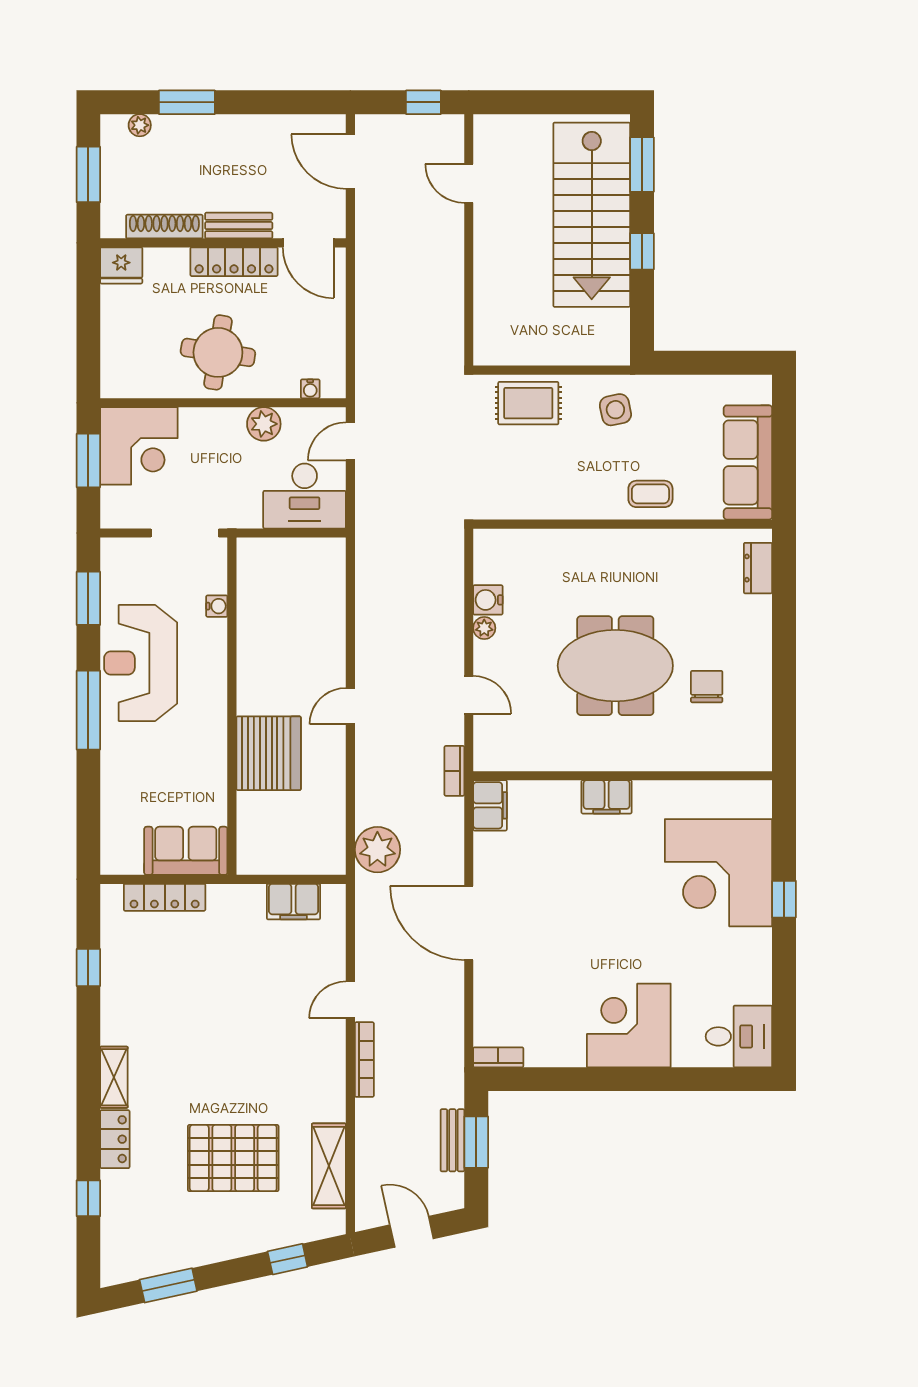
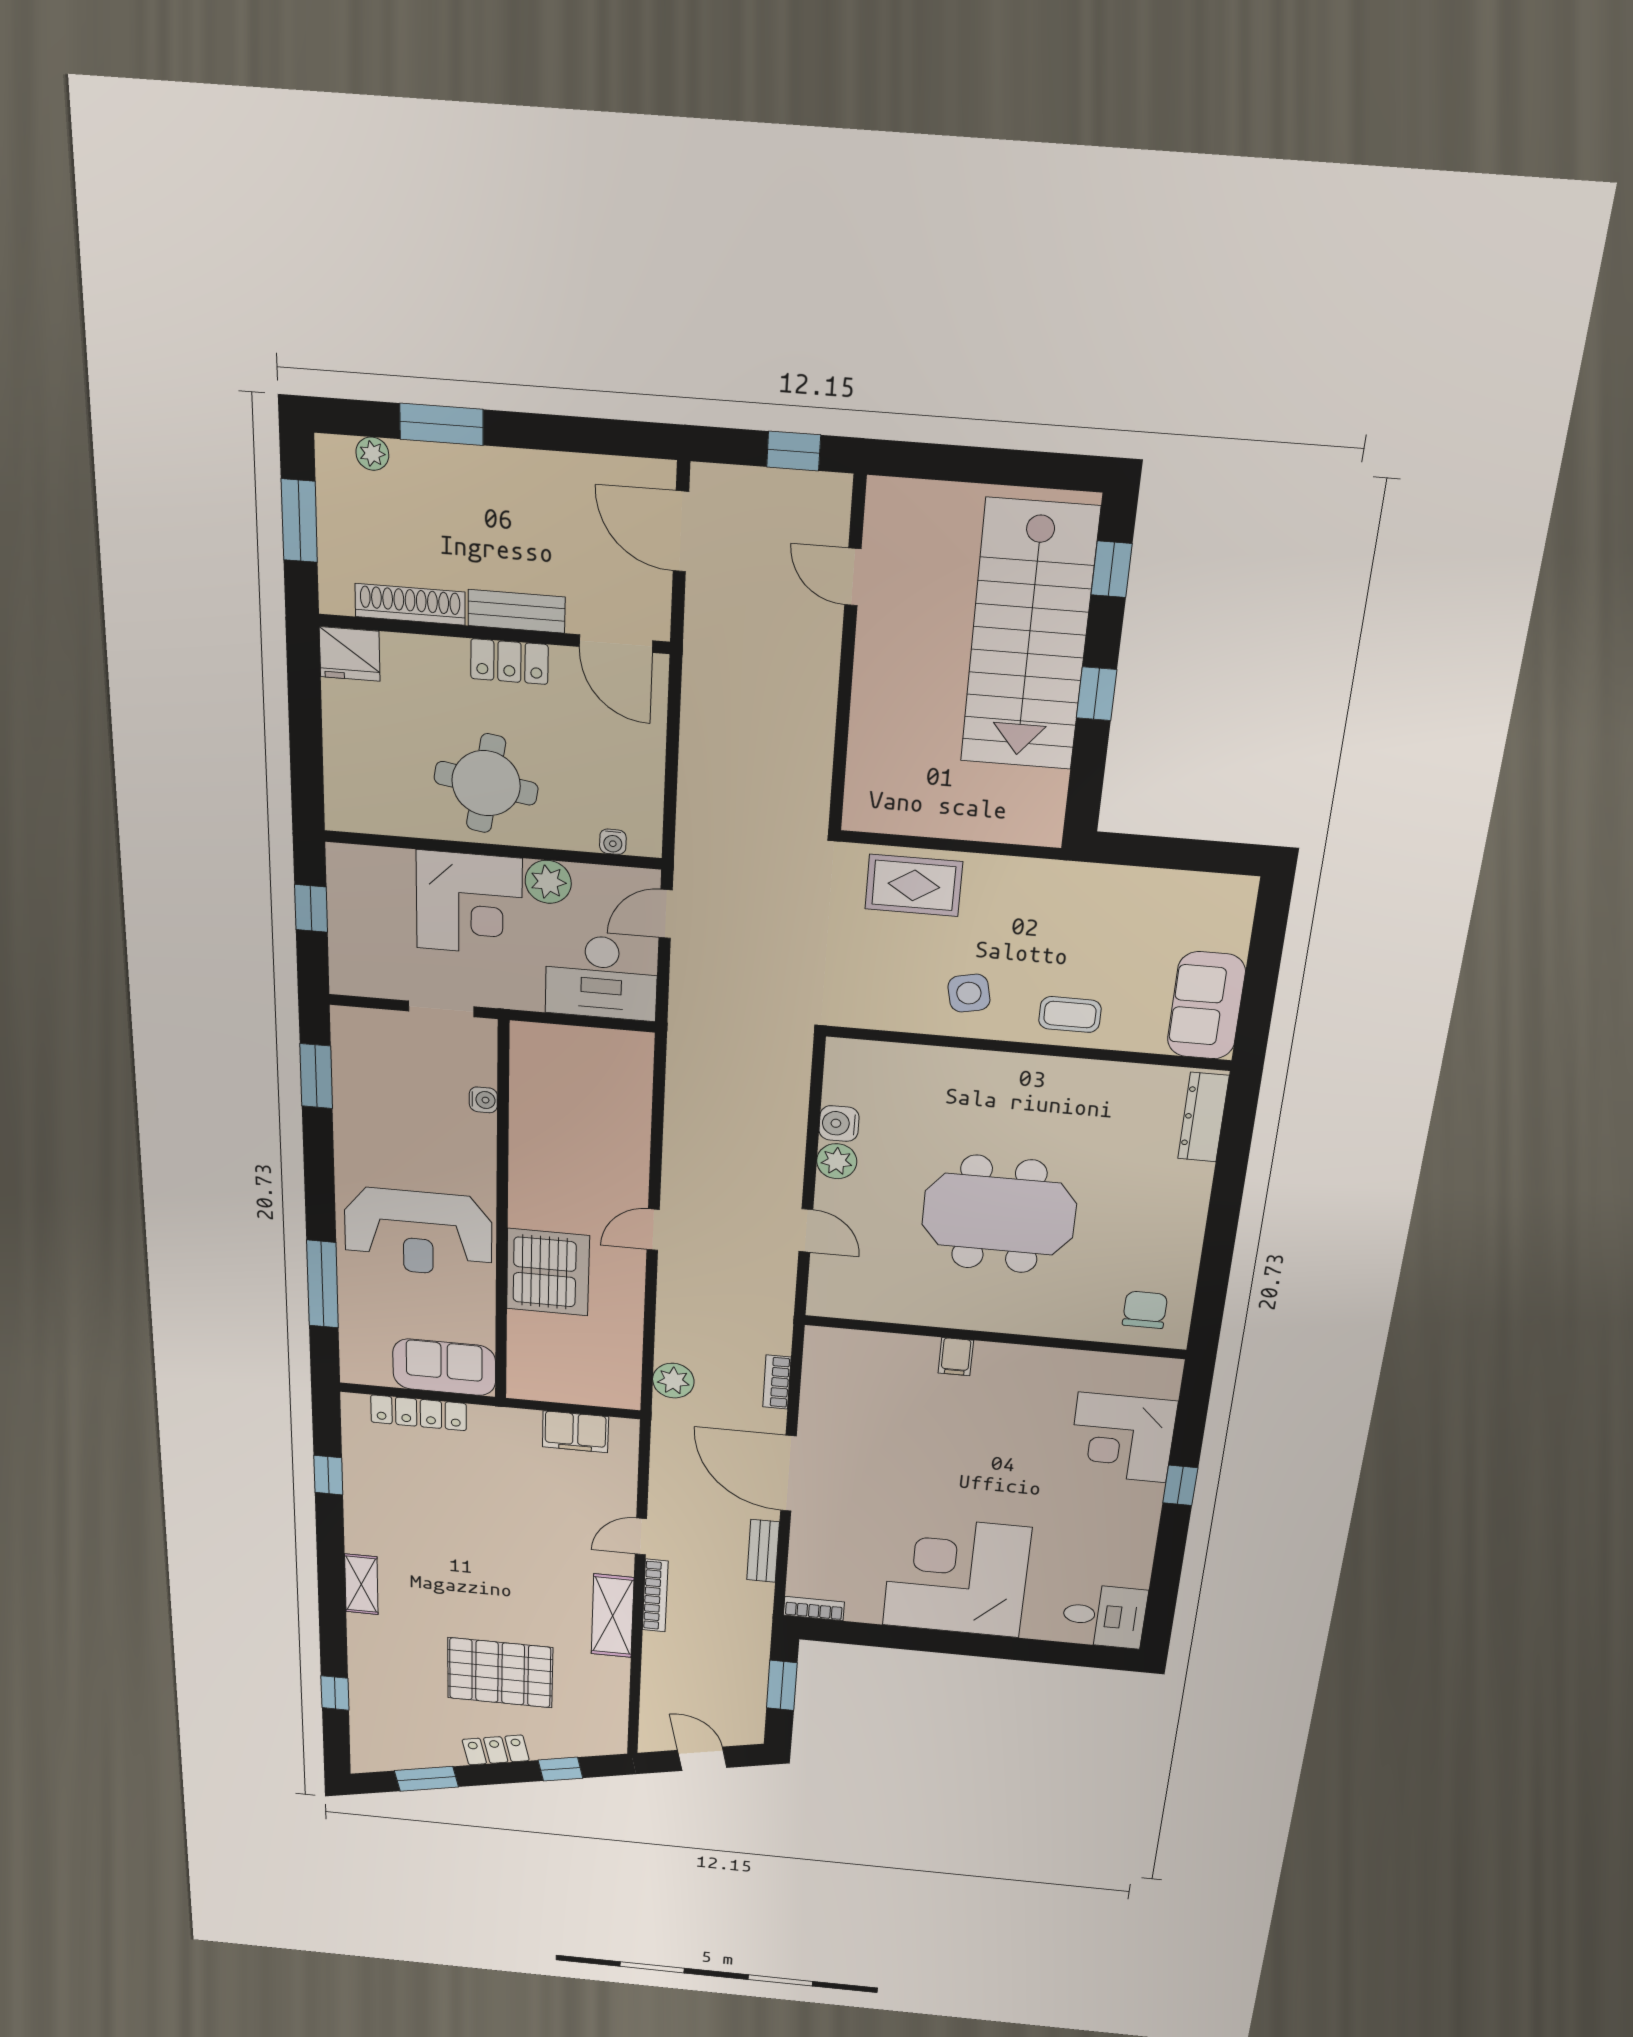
window: (642, 165) -> (1111, 569), width x0.67
locker: (234, 262) -> (509, 662), width x0.66
side table: (615, 410) -> (969, 993), moved
corner desk: (139, 446) -> (469, 903), moved
window: (88, 461) -> (311, 908), width x0.67
sofa: (748, 462) -> (1206, 1006), width x0.73
doorway: (185, 533) -> (441, 1009), width x0.73
dresser: (758, 568) -> (1203, 1117), width x1.44
plant: (484, 628) -> (837, 1161), width x1.38, depth x1.38
reception desk: (141, 663) -> (418, 1232), moved, turned -90
chair: (707, 687) -> (1145, 1310), moved
window: (88, 710) -> (323, 1284), moved
bookcase: (454, 771) -> (777, 1382), moved
filing cabinet: (607, 797) -> (956, 1357), width x0.50
filing cabinet: (490, 805) -> (824, 1354), removed
plant: (377, 850) -> (673, 1381), width x0.73, depth x0.73
corner desk: (718, 873) -> (1122, 1438), width x0.74, depth x0.74
corner desk: (629, 1025) -> (956, 1577), width x1.36, depth x1.36
locker: (115, 1139) -> (496, 1750), moved, turned -102
bench: (452, 1140) -> (763, 1551), moved
shelving: (329, 1166) -> (613, 1616), moved

